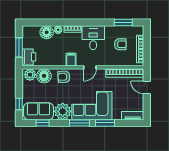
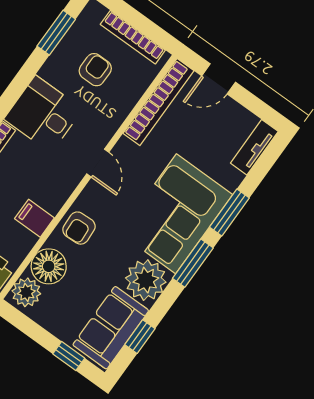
filing cabinet: (71, 60) -> (34, 218), moved

